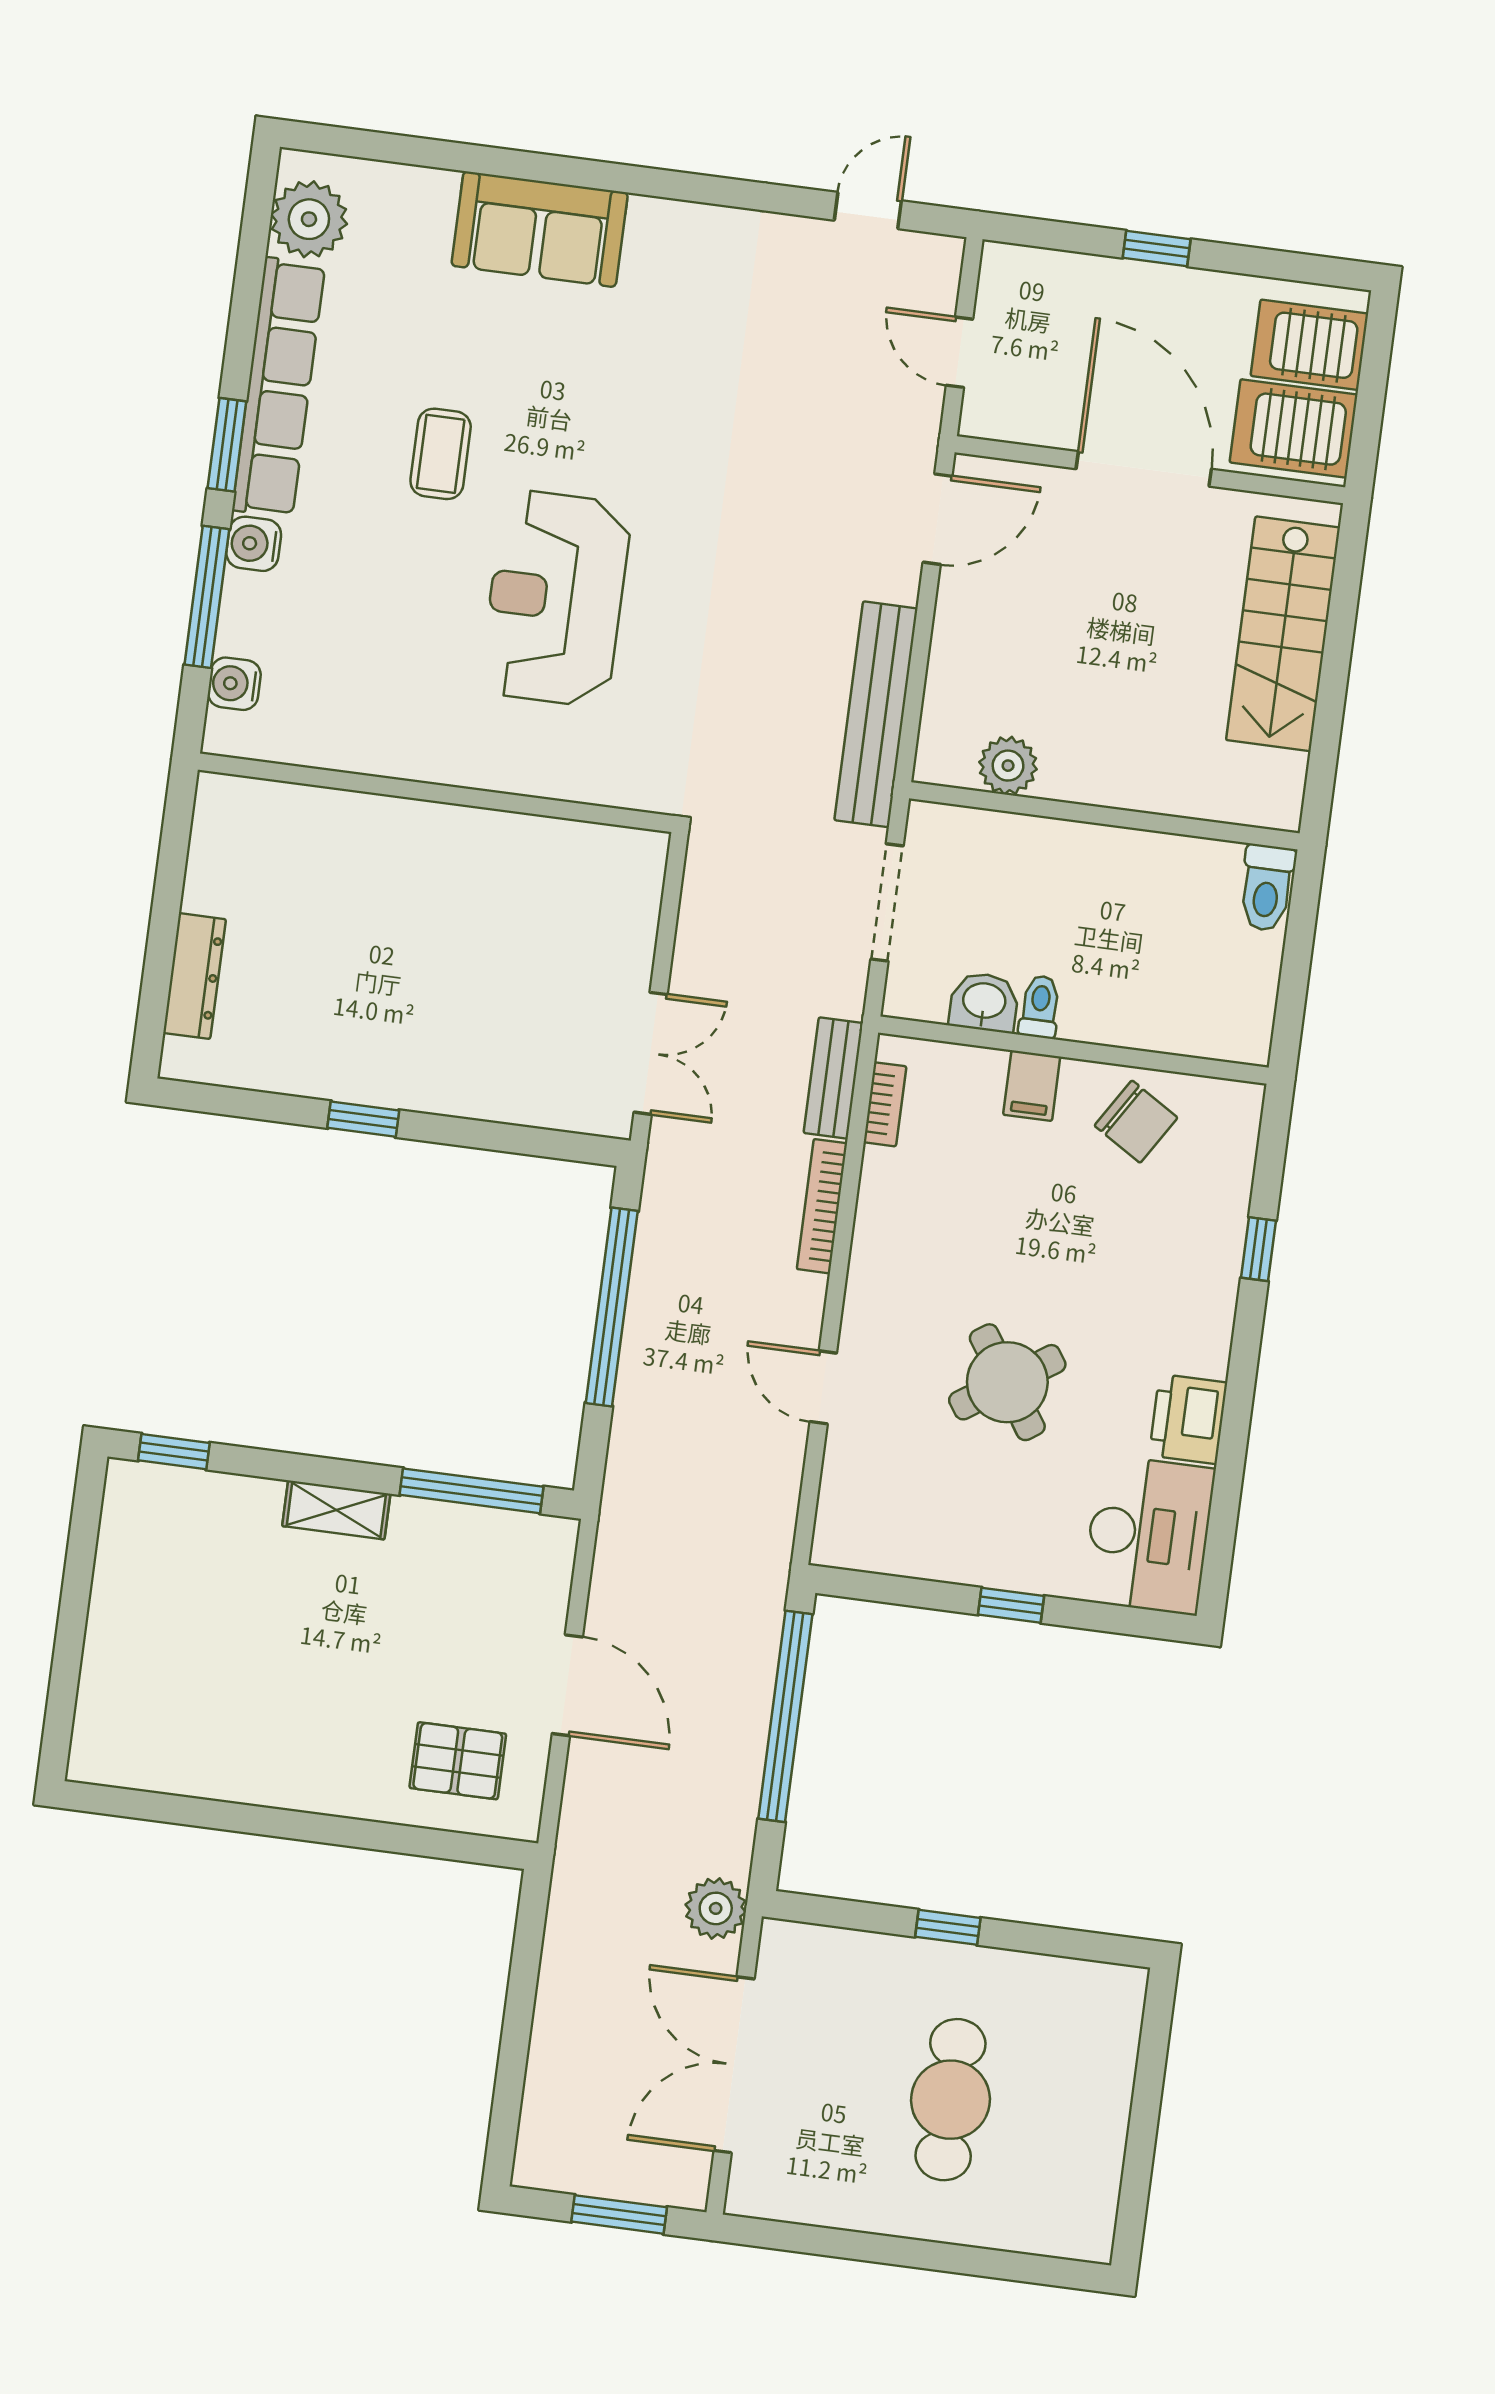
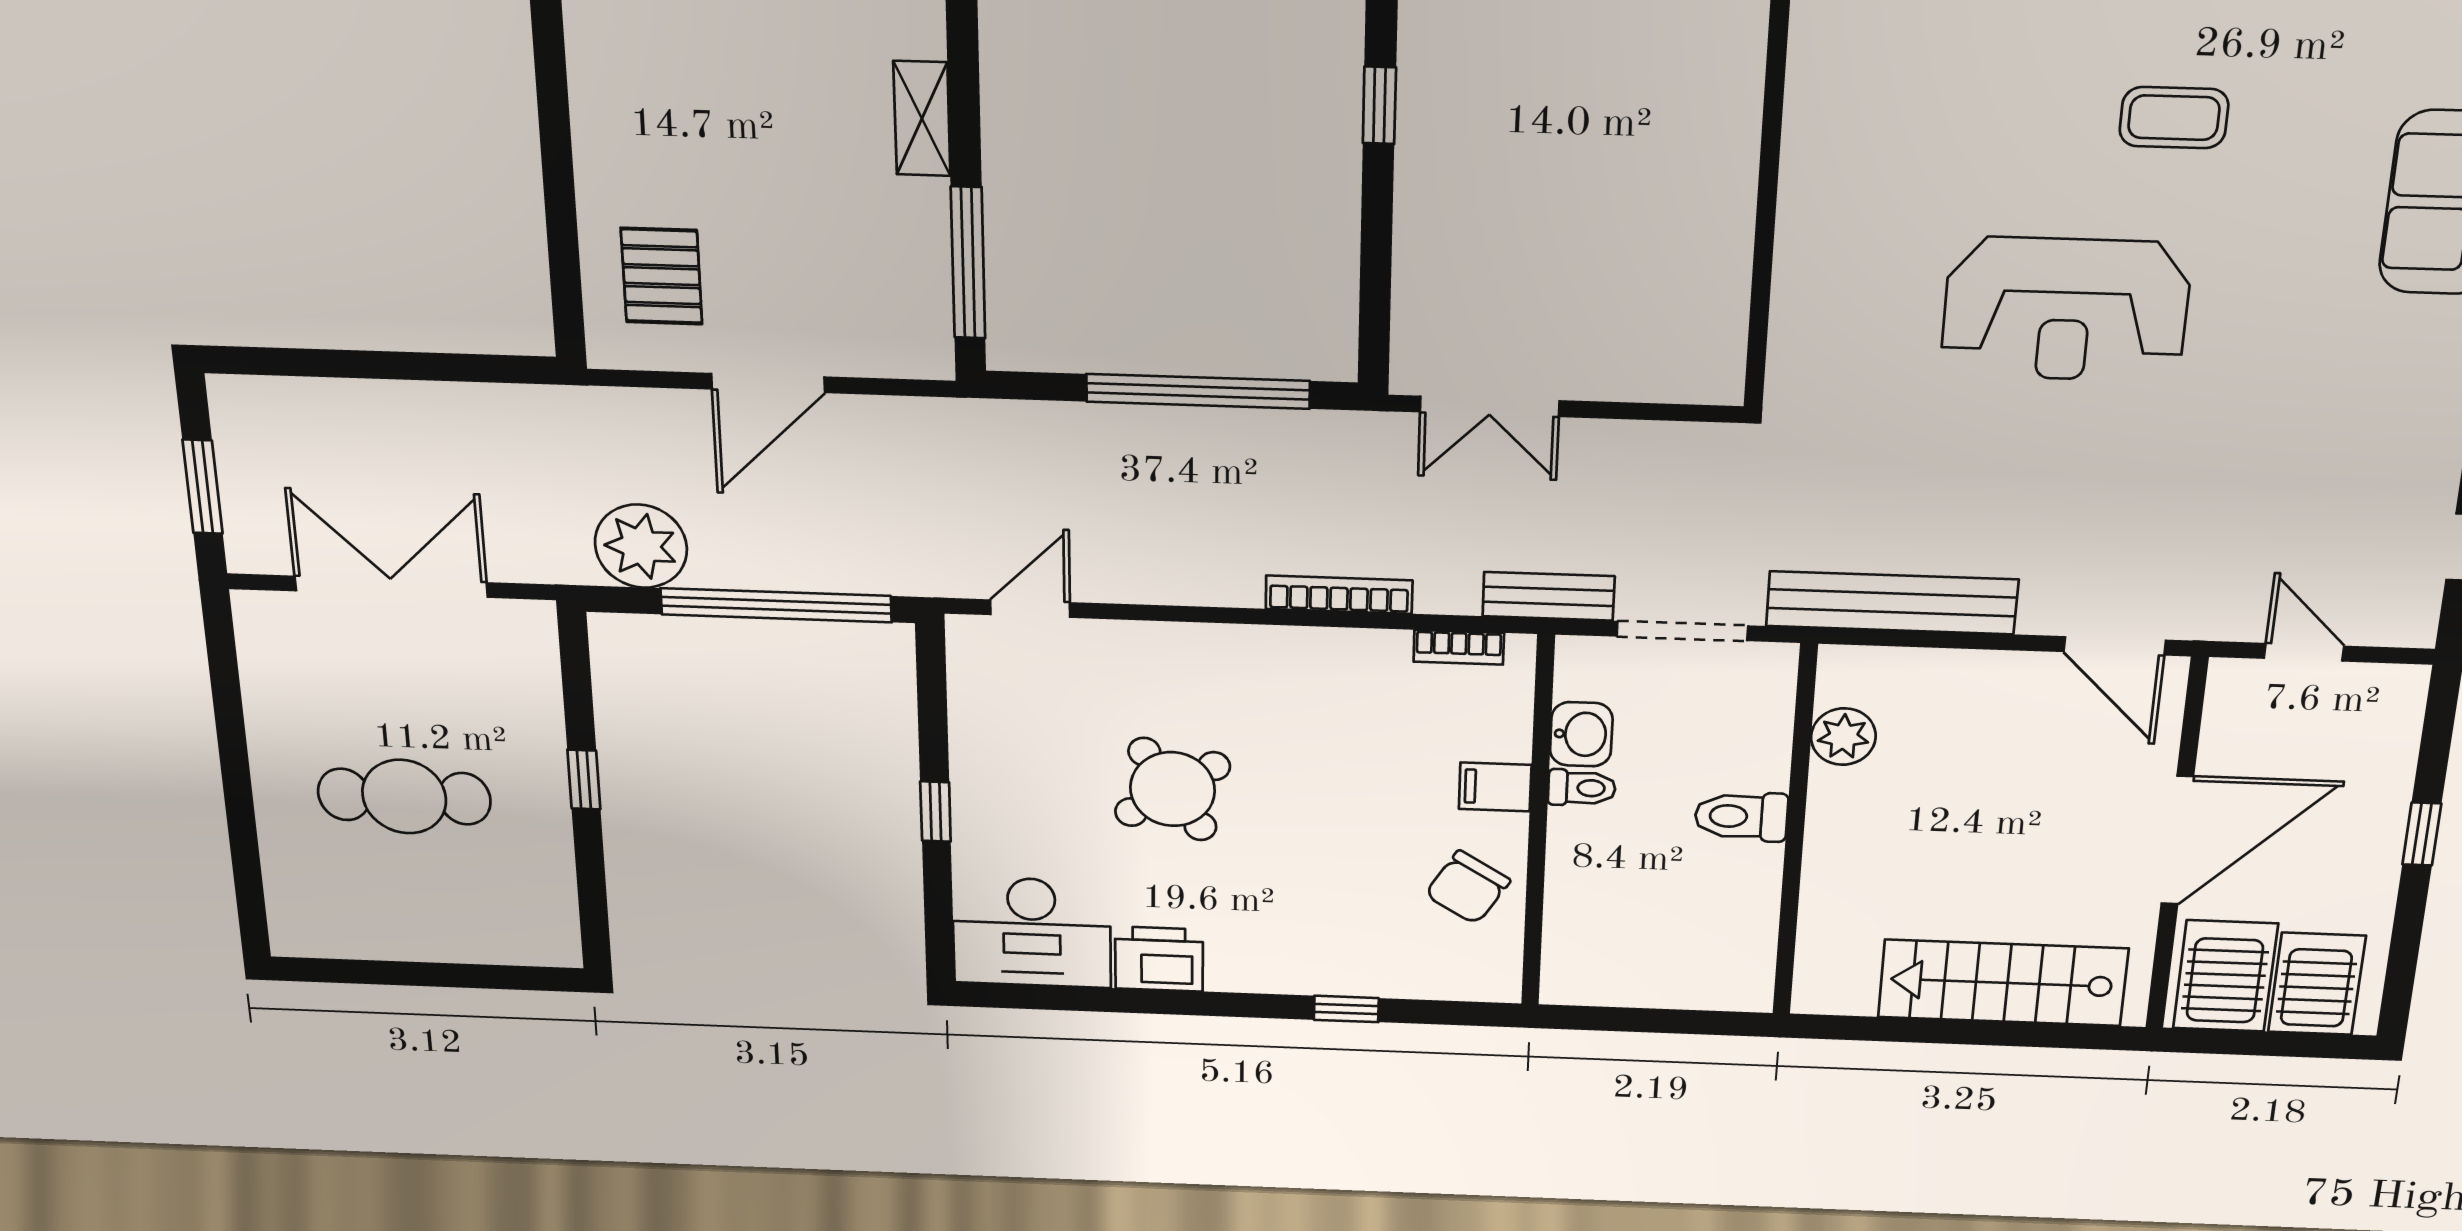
door: (960, 352) -> (2304, 652), hinge flipped
reception desk: (556, 598) -> (2066, 309), moved, turned 180
toilet: (1267, 888) -> (1741, 816), moved
bench: (833, 1078) -> (1548, 596), moved
door: (823, 1387) -> (1030, 609), moved
plant: (716, 1908) -> (641, 546), moved, width x1.36, depth x1.36

